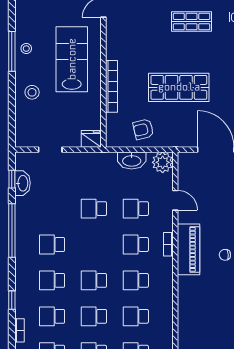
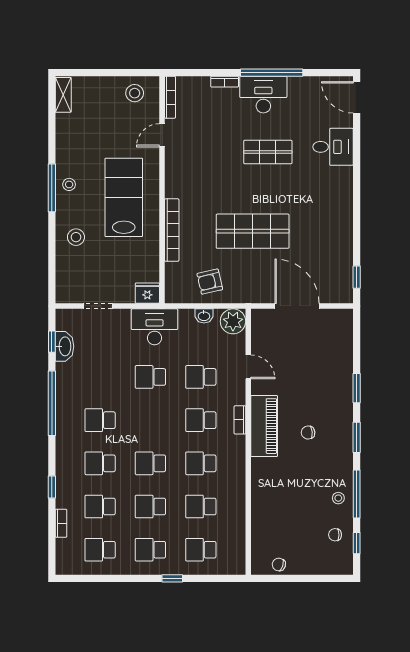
washbasin: (132, 160) -> (204, 316), width x0.52, depth x0.69
desk: (97, 167) -> (154, 327), added

